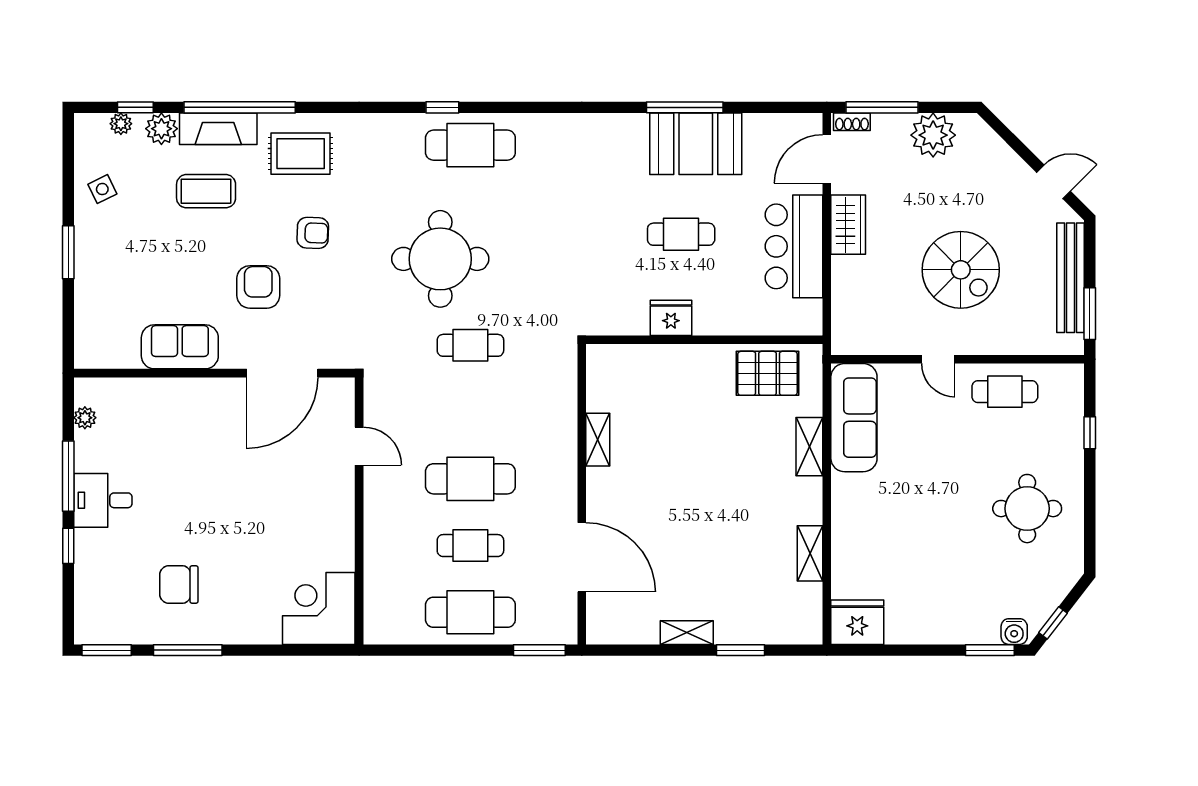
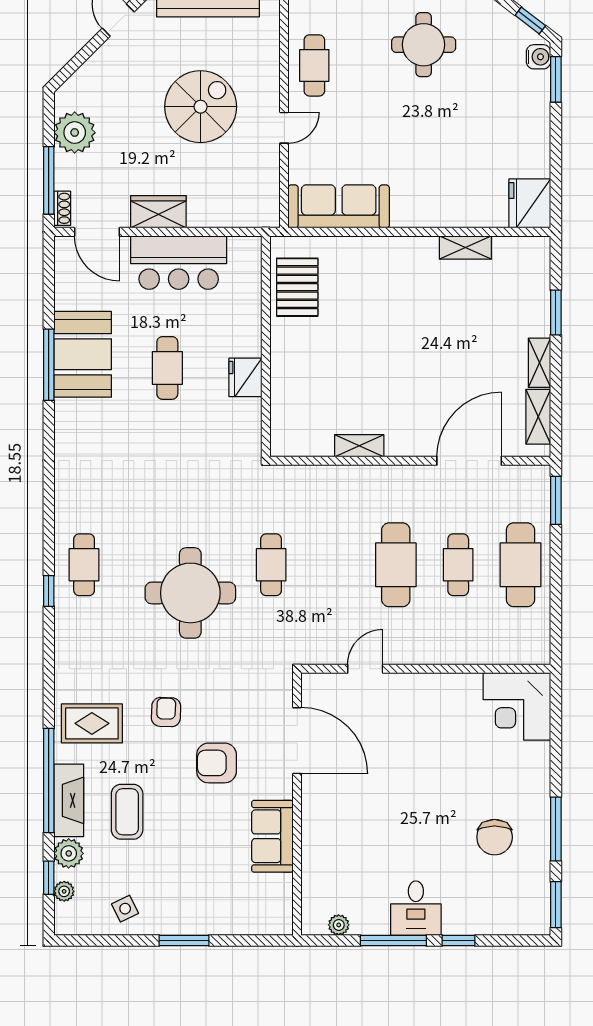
cafe table: (470, 145) -> (84, 565), width x0.73, depth x0.74
rug: (301, 154) -> (92, 723), turned 90
shelving: (809, 447) -> (538, 417), moved, turned 90

